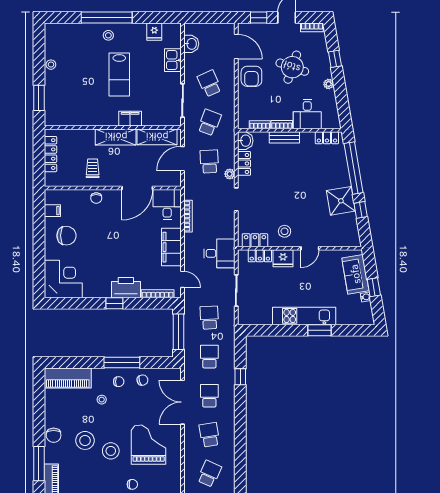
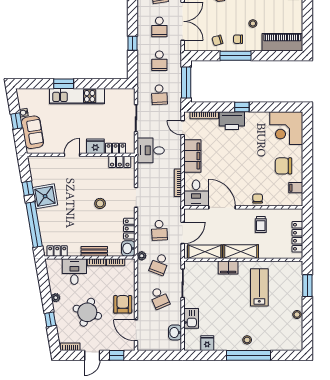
lab bench: (119, 74) -> (259, 287), moved
plant: (230, 174) -> (142, 256), moved
door: (137, 188) -> (222, 207), hinge flipped
stool: (285, 231) -> (100, 203), moved

